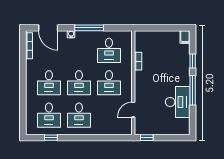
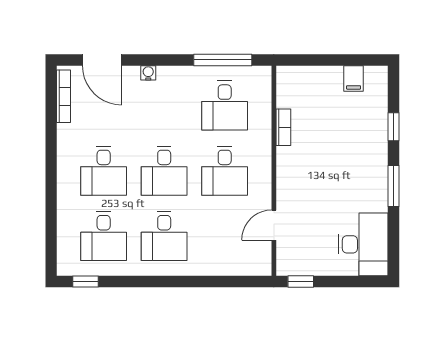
window: (89, 28) -> (223, 60), moved
filing cabinet: (185, 37) -> (354, 78), moved
window: (193, 90) -> (393, 186), width x0.69
desk: (178, 102) -> (363, 244), moved
window: (51, 138) -> (85, 281), moved

